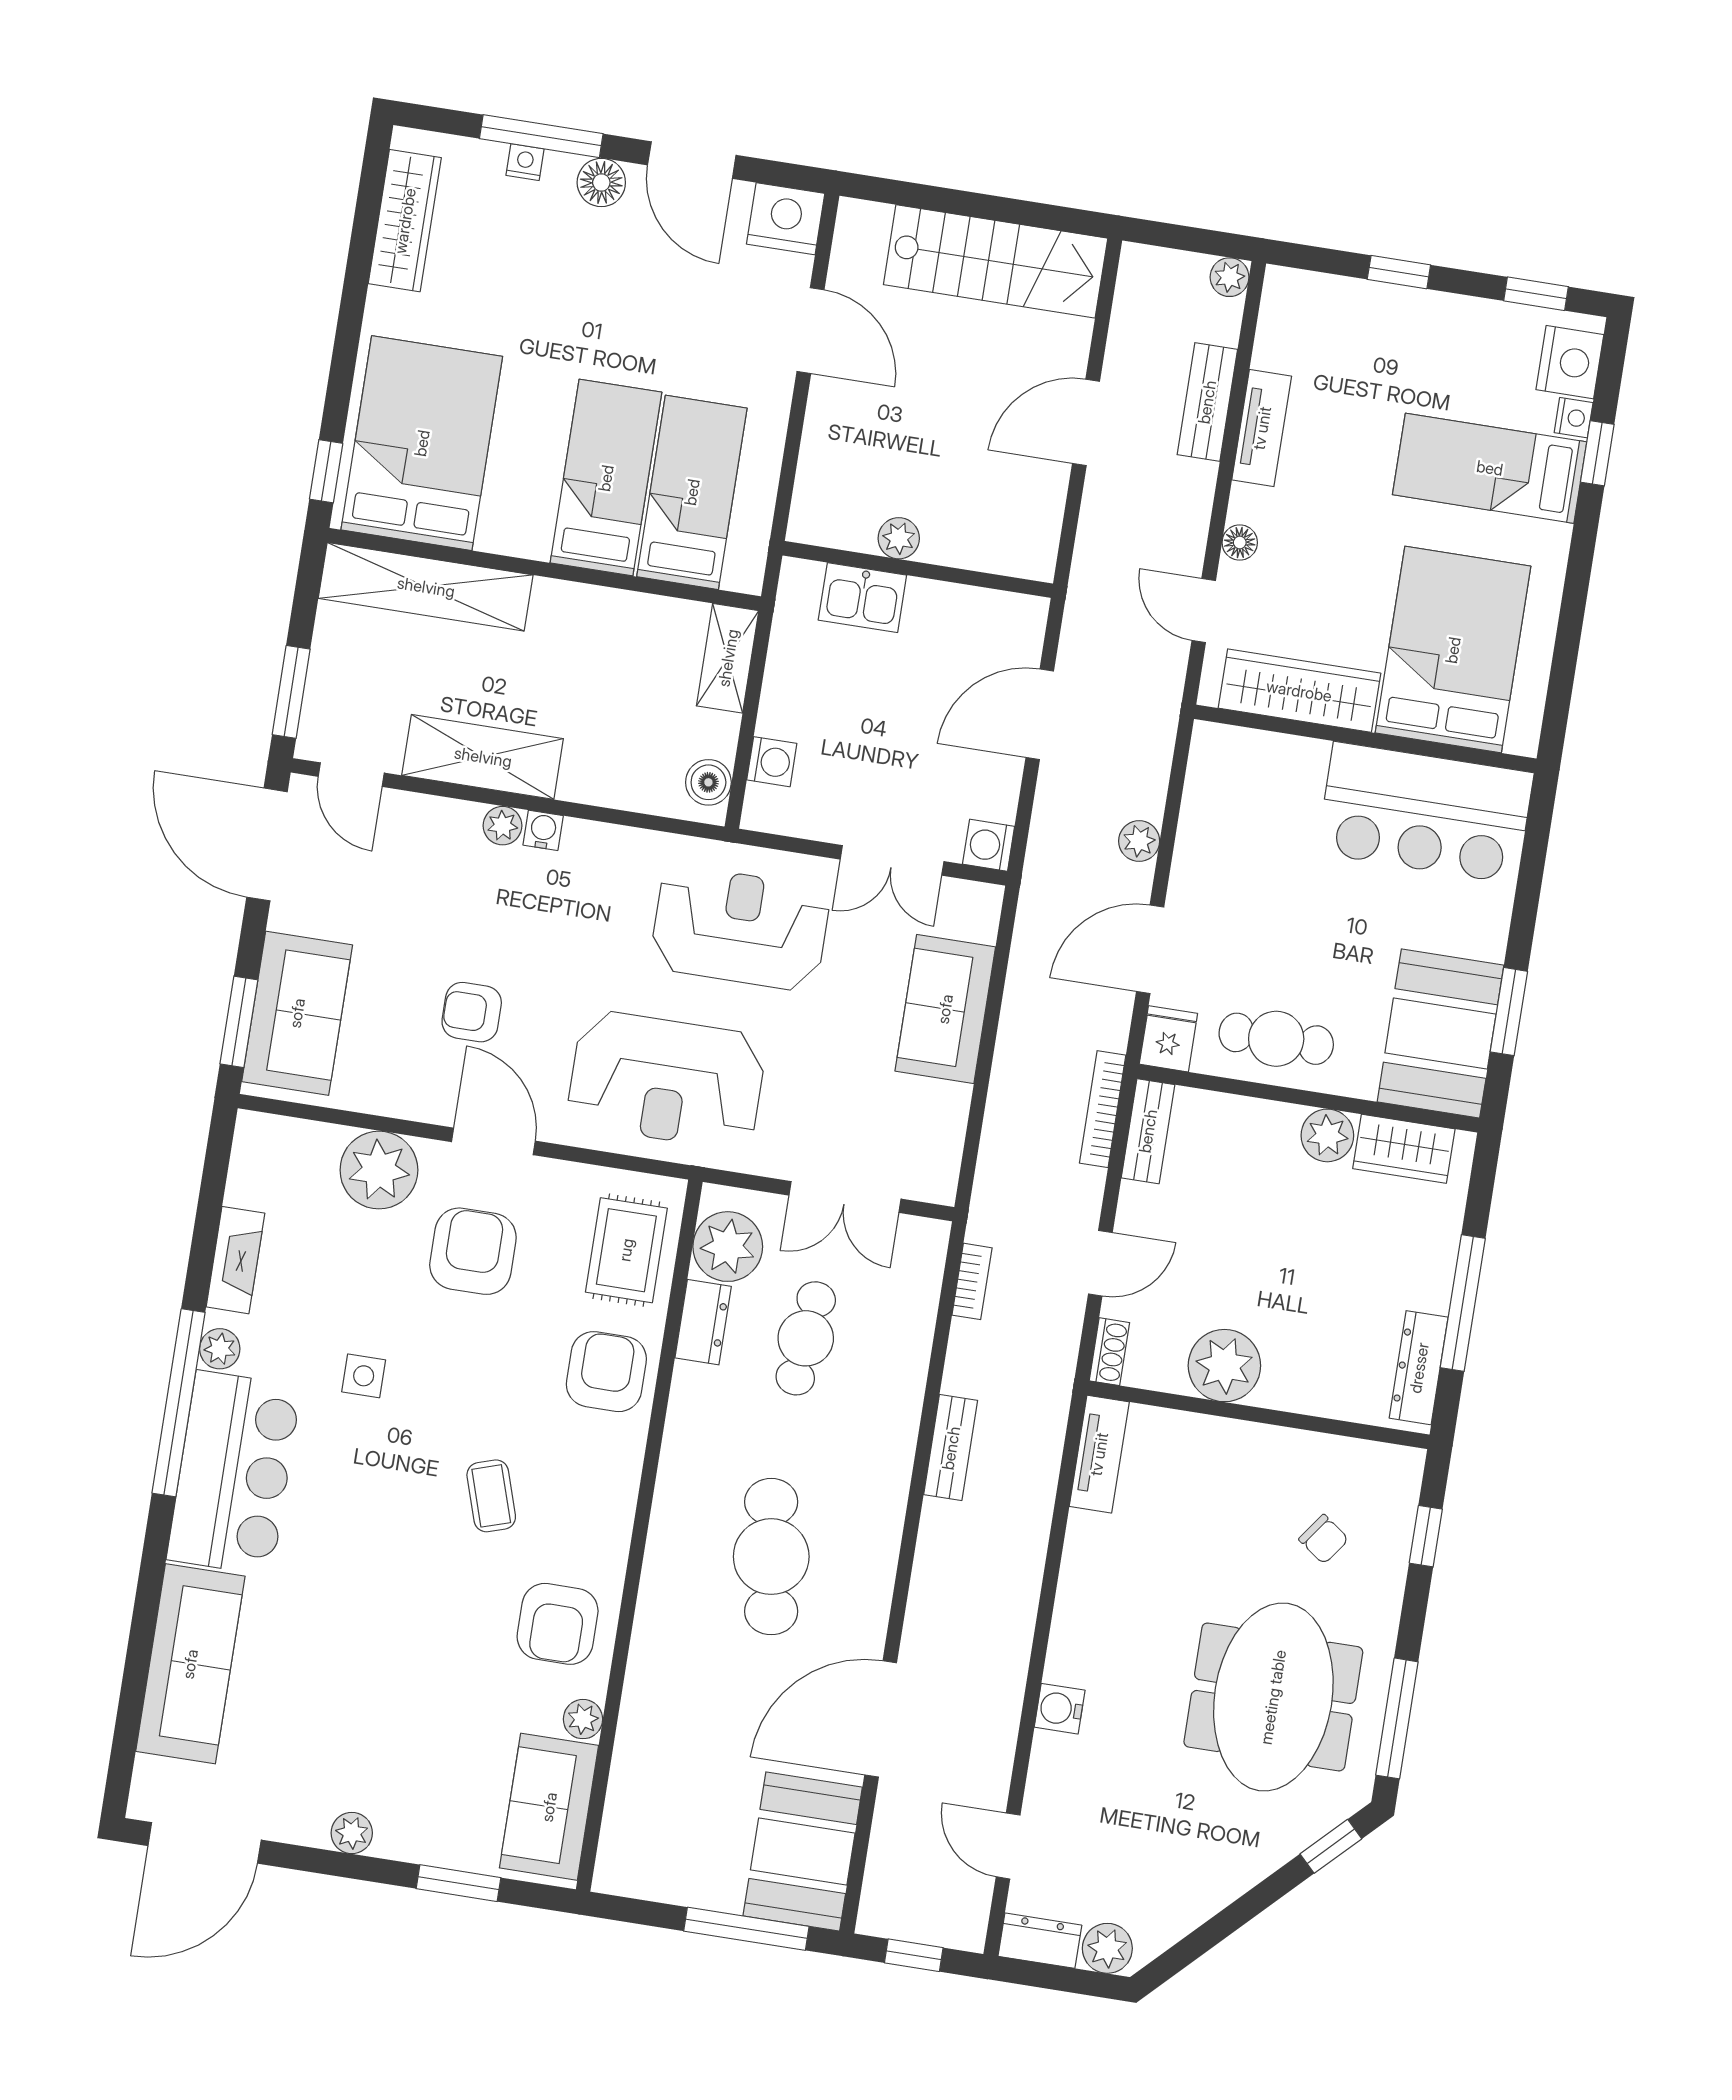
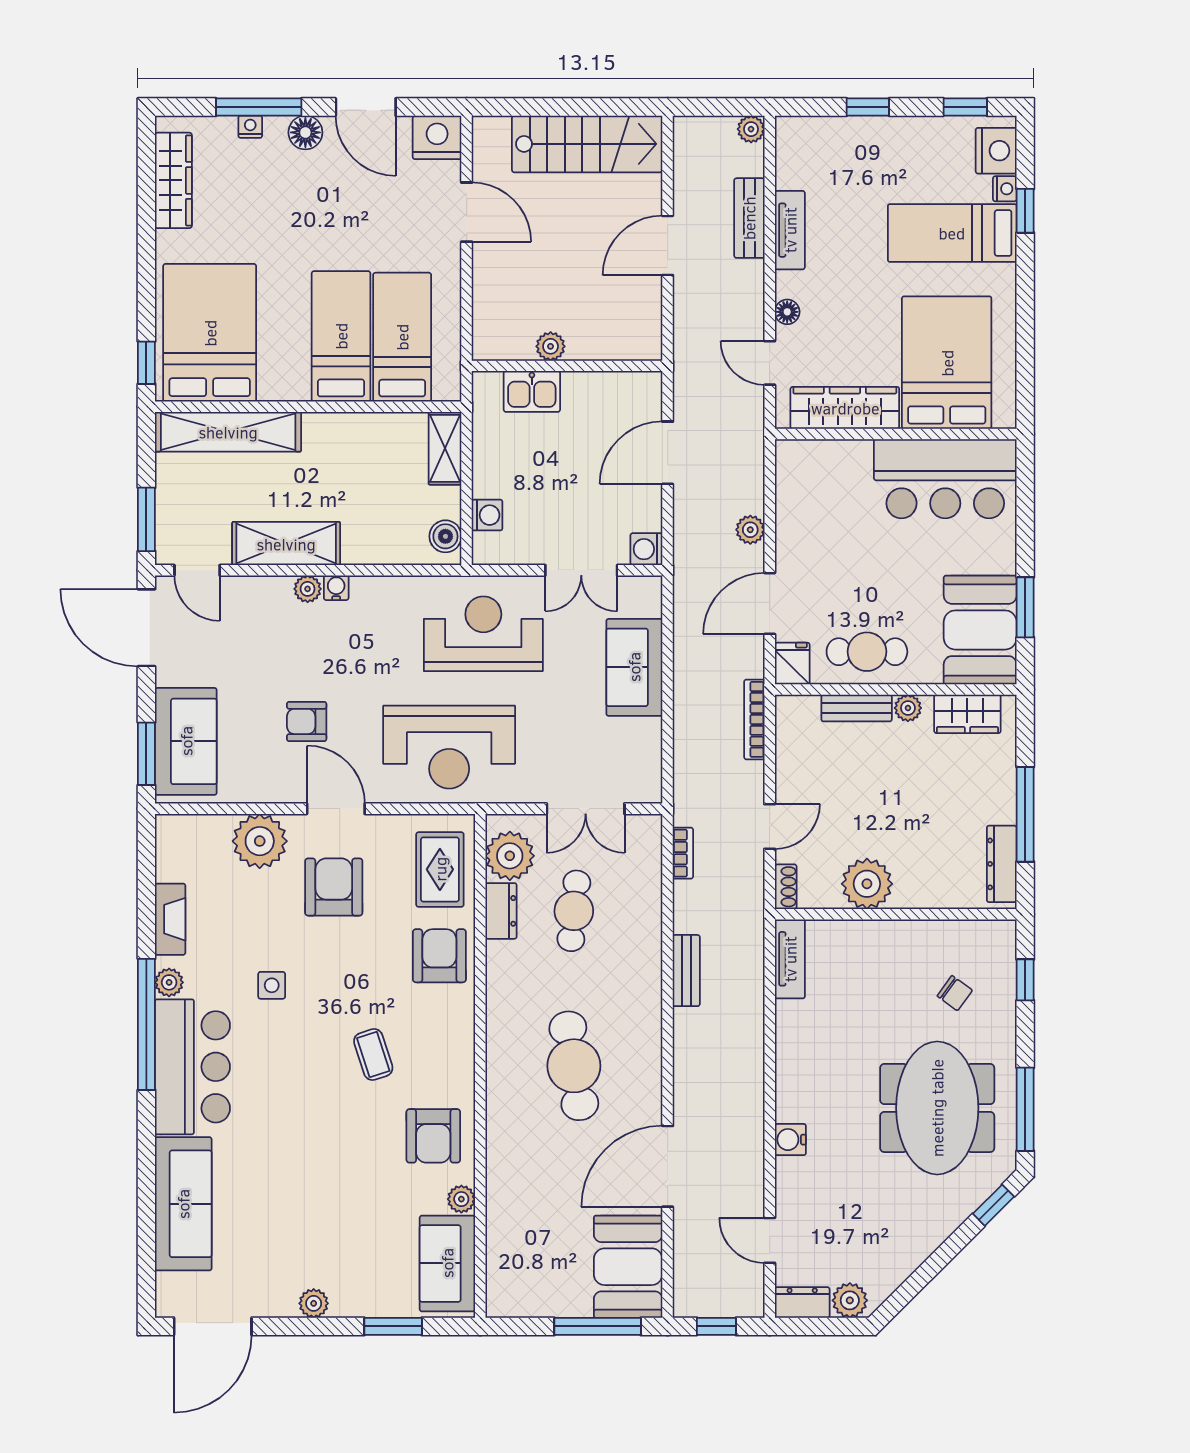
bench: (1148, 1131) -> (857, 708), moved, turned 90
plant: (1327, 1135) -> (908, 708), width x0.73, depth x0.73

